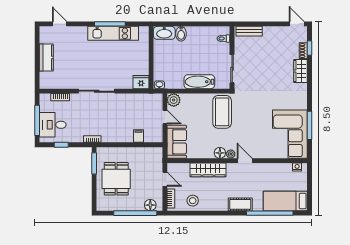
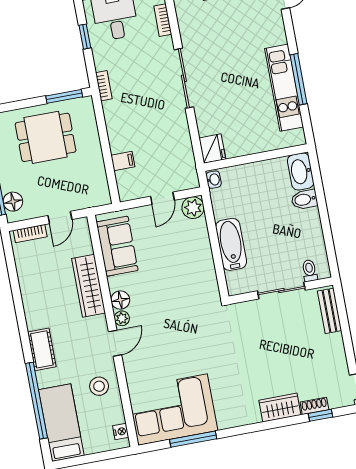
sliding door: (232, 69) -> (281, 291), moved
coffee table: (222, 112) -> (188, 291), removed
sofa: (177, 142) -> (117, 246), moved, turned -90
stool: (193, 201) -> (99, 386), moved

